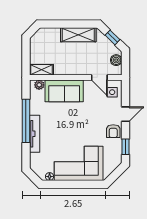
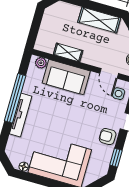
shelving: (41, 70) -> (68, 53), moved
armchair: (113, 131) -> (108, 137), turned 90

